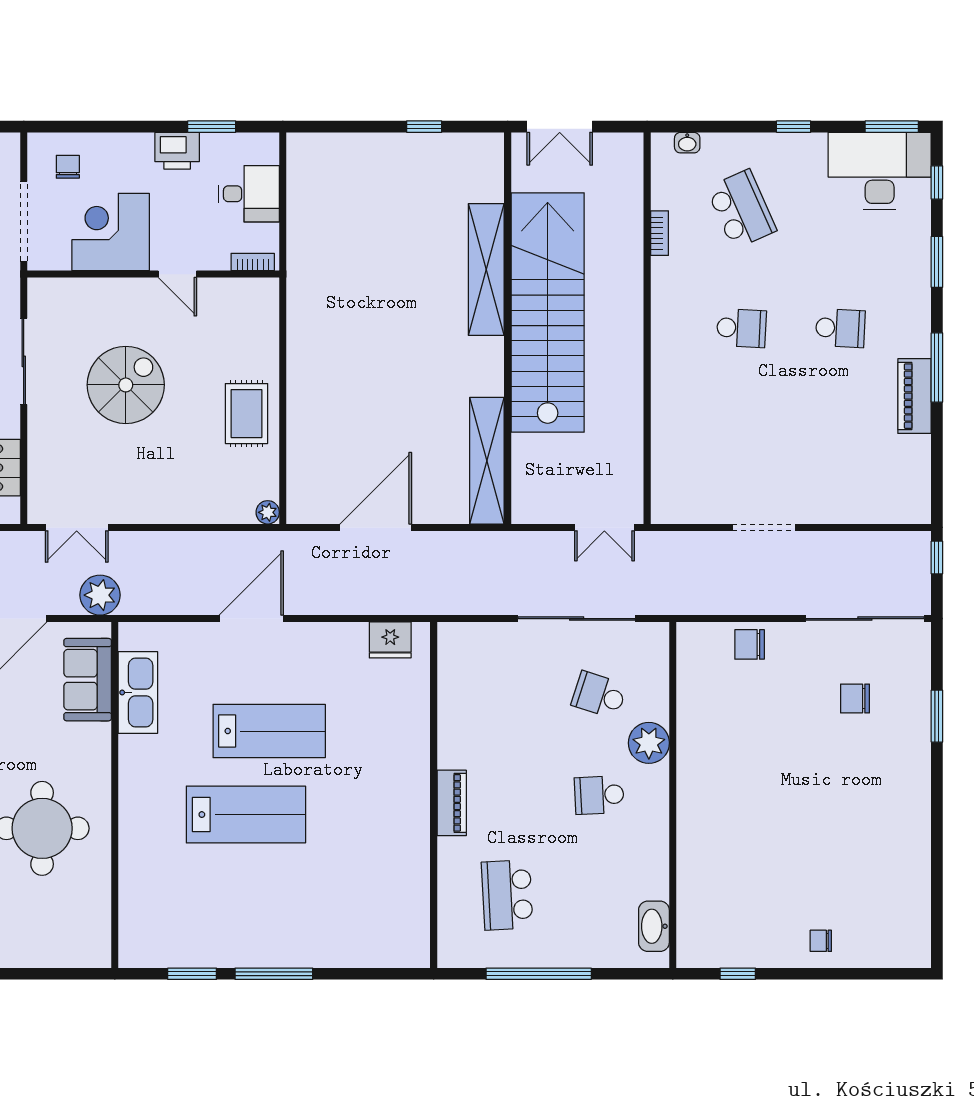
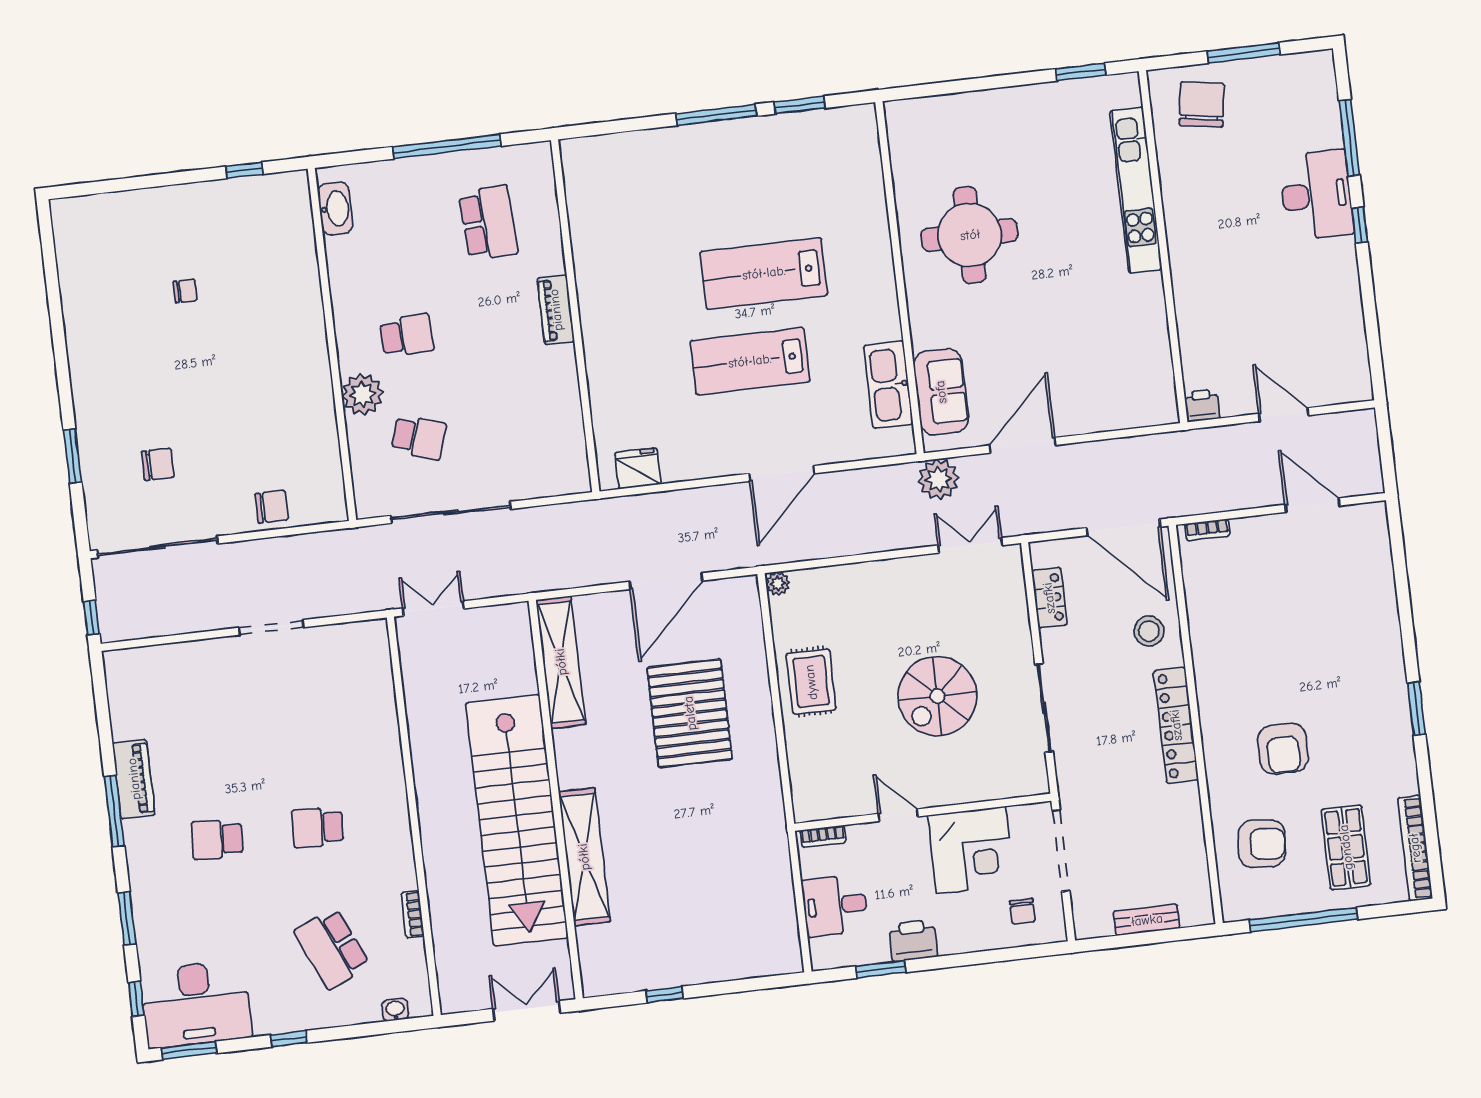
pallet: (368, 397) -> (690, 713), added
chair: (821, 941) -> (185, 291), moved

